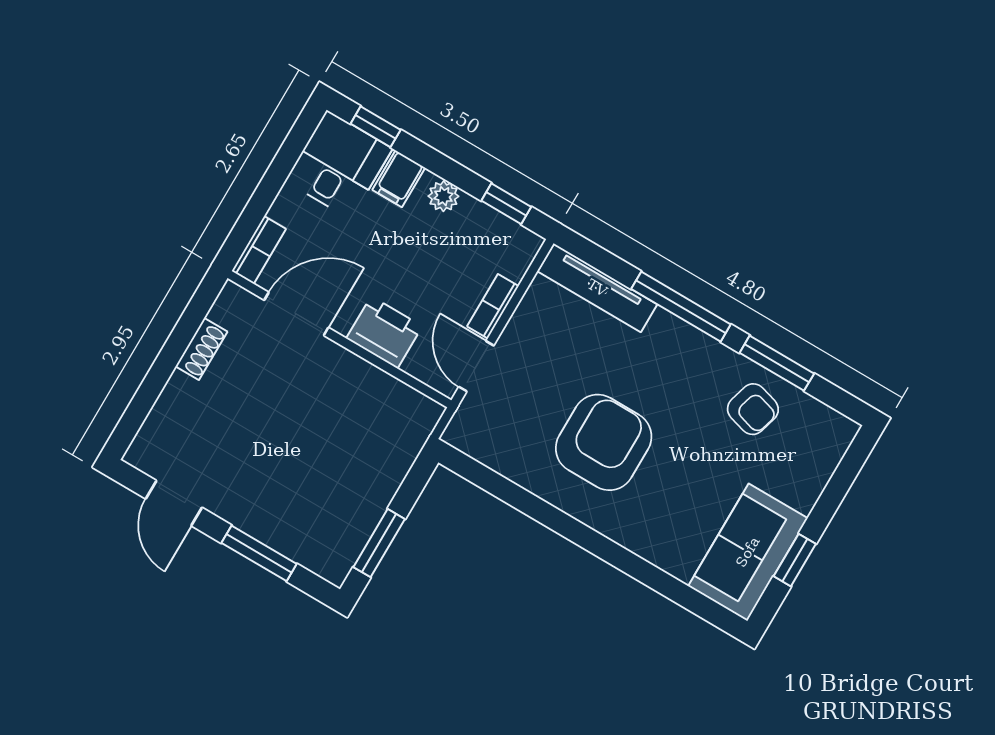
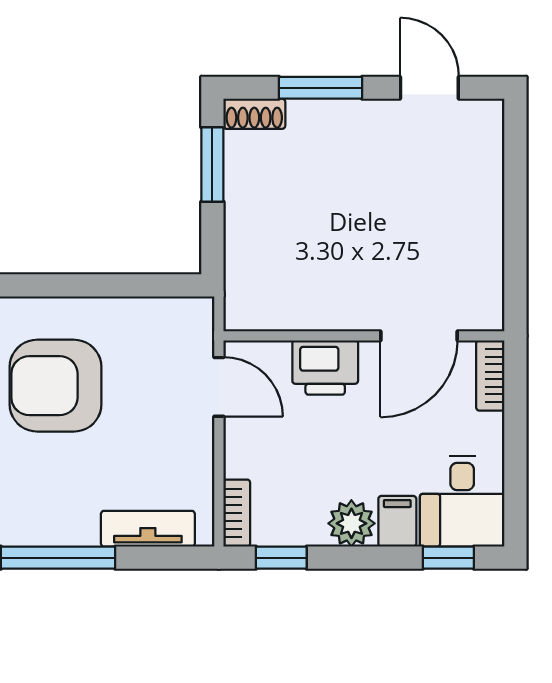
plant: (443, 196) -> (351, 523), width x1.38, depth x1.38
tv unit: (597, 288) -> (148, 529), width x0.71
bookcase: (493, 306) -> (237, 513), moved
shoe rack: (202, 349) -> (254, 114), moved, turned -90
armchair: (604, 442) -> (55, 386), turned 90

